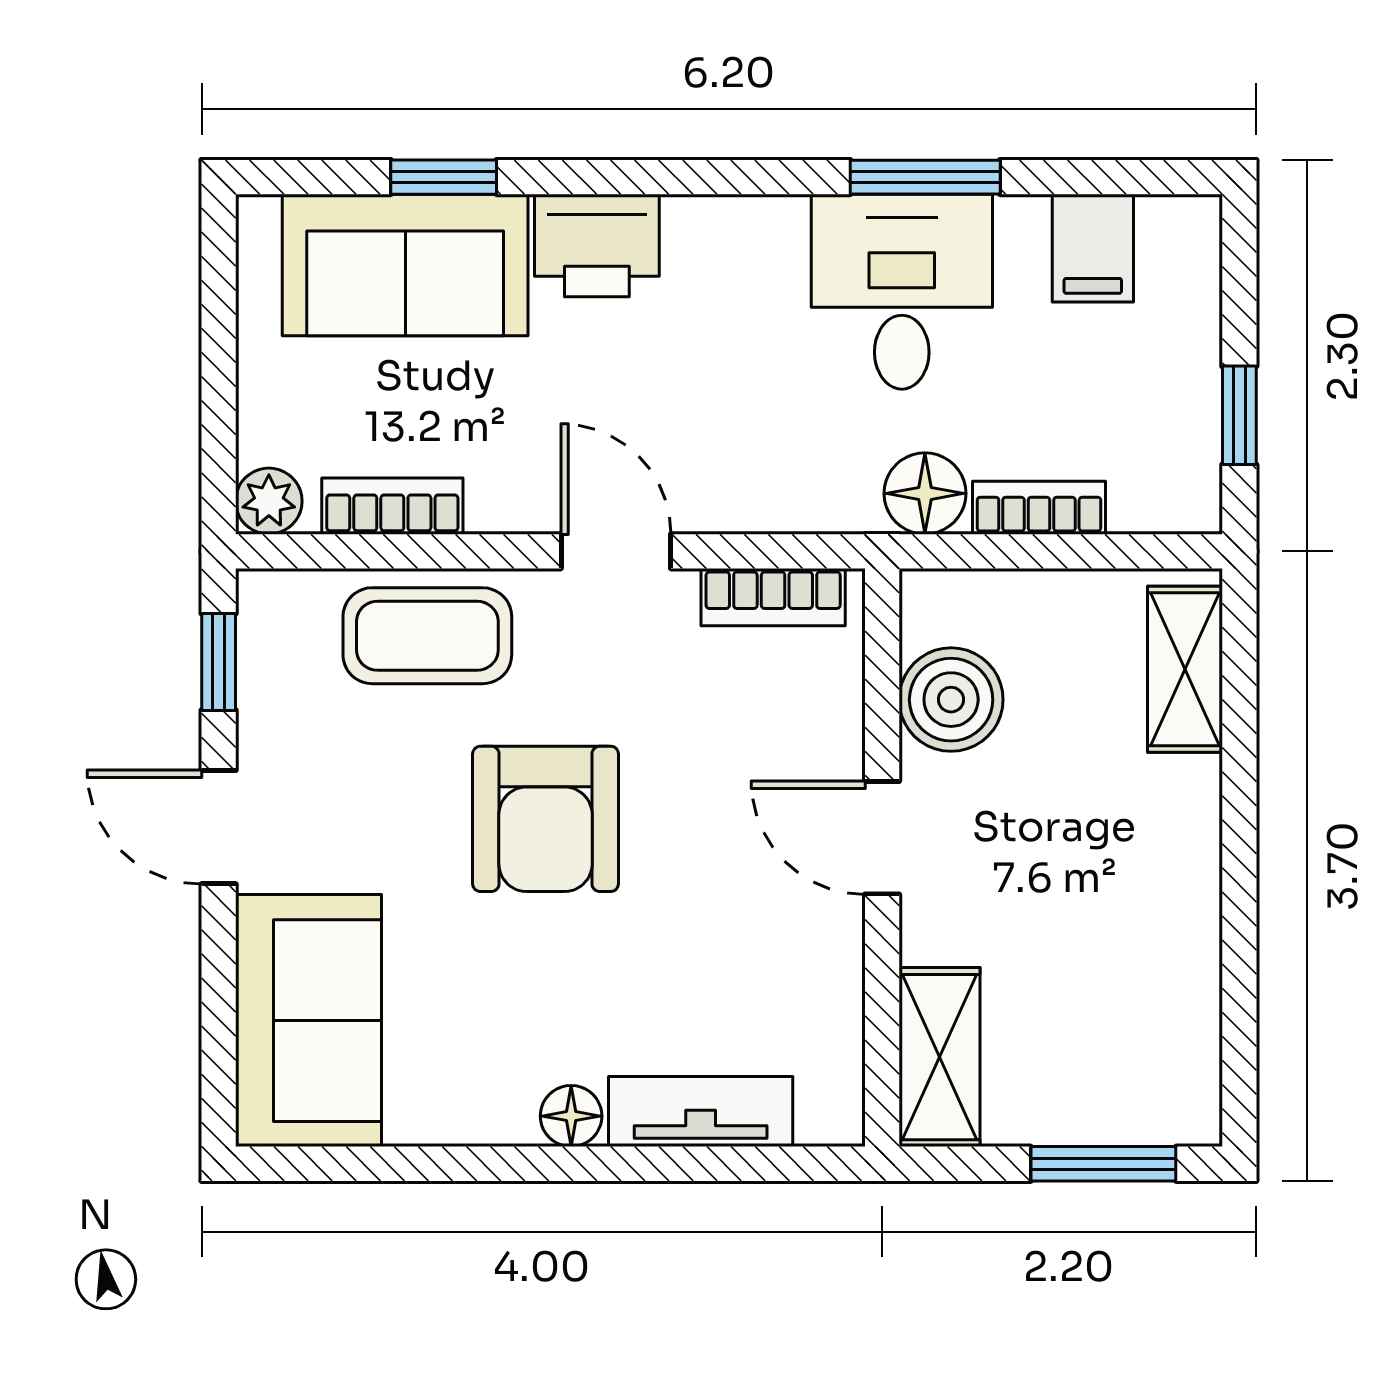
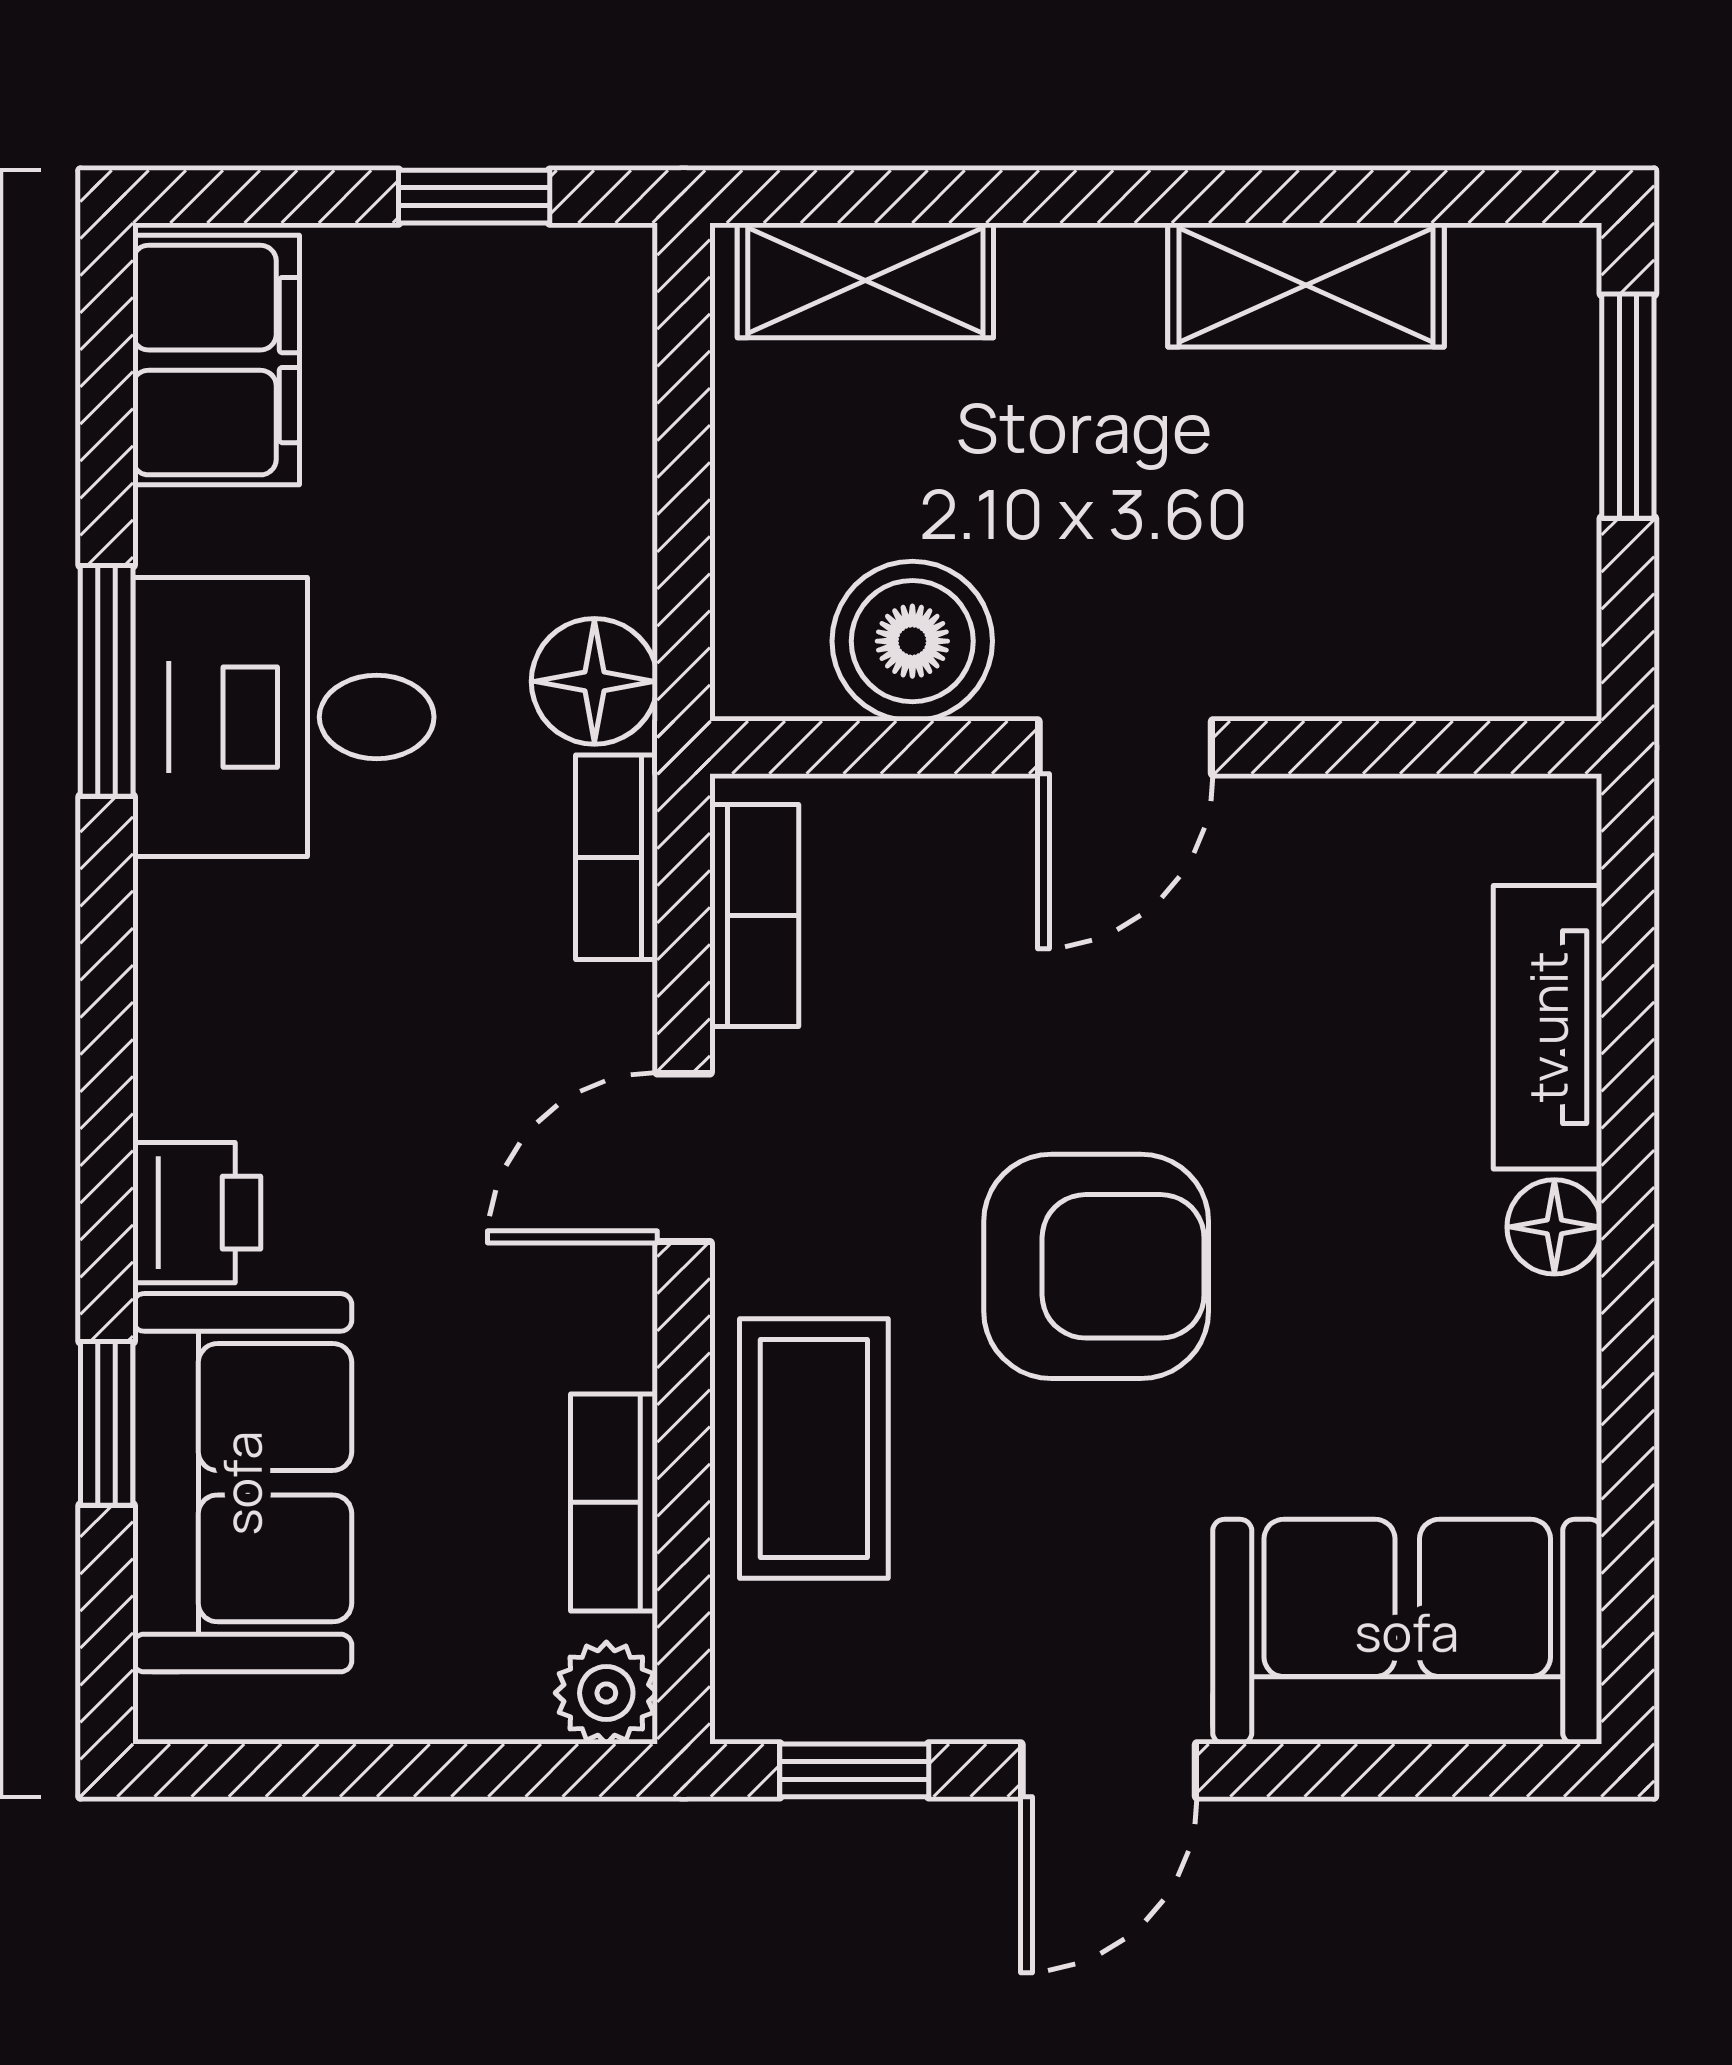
printer: (597, 245) -> (197, 1213), width x0.73, depth x0.81
filing cabinet: (1093, 248) -> (216, 360), width x2.00
bookcase: (1039, 508) -> (616, 857), moved
shelving: (939, 1057) -> (1306, 285), moved

